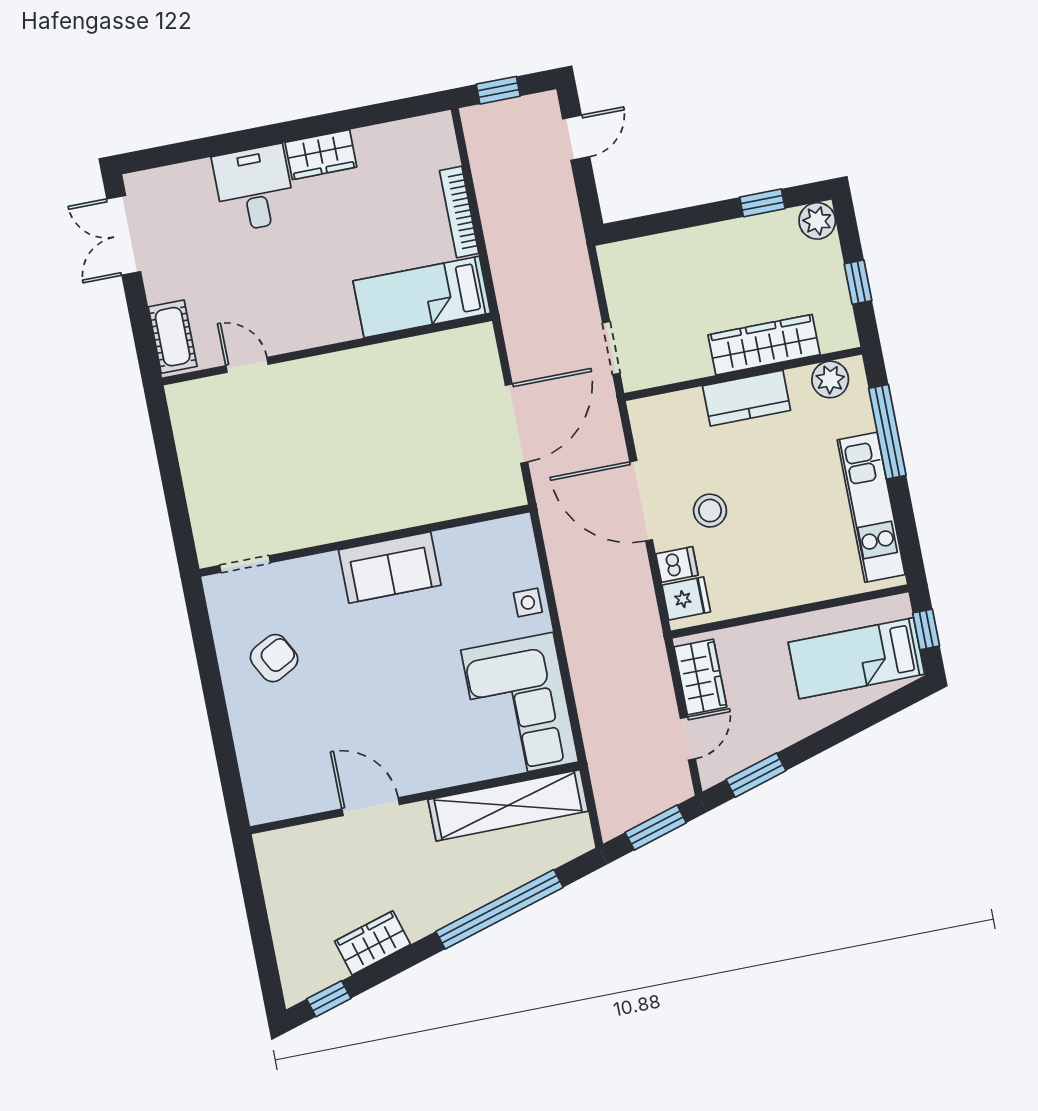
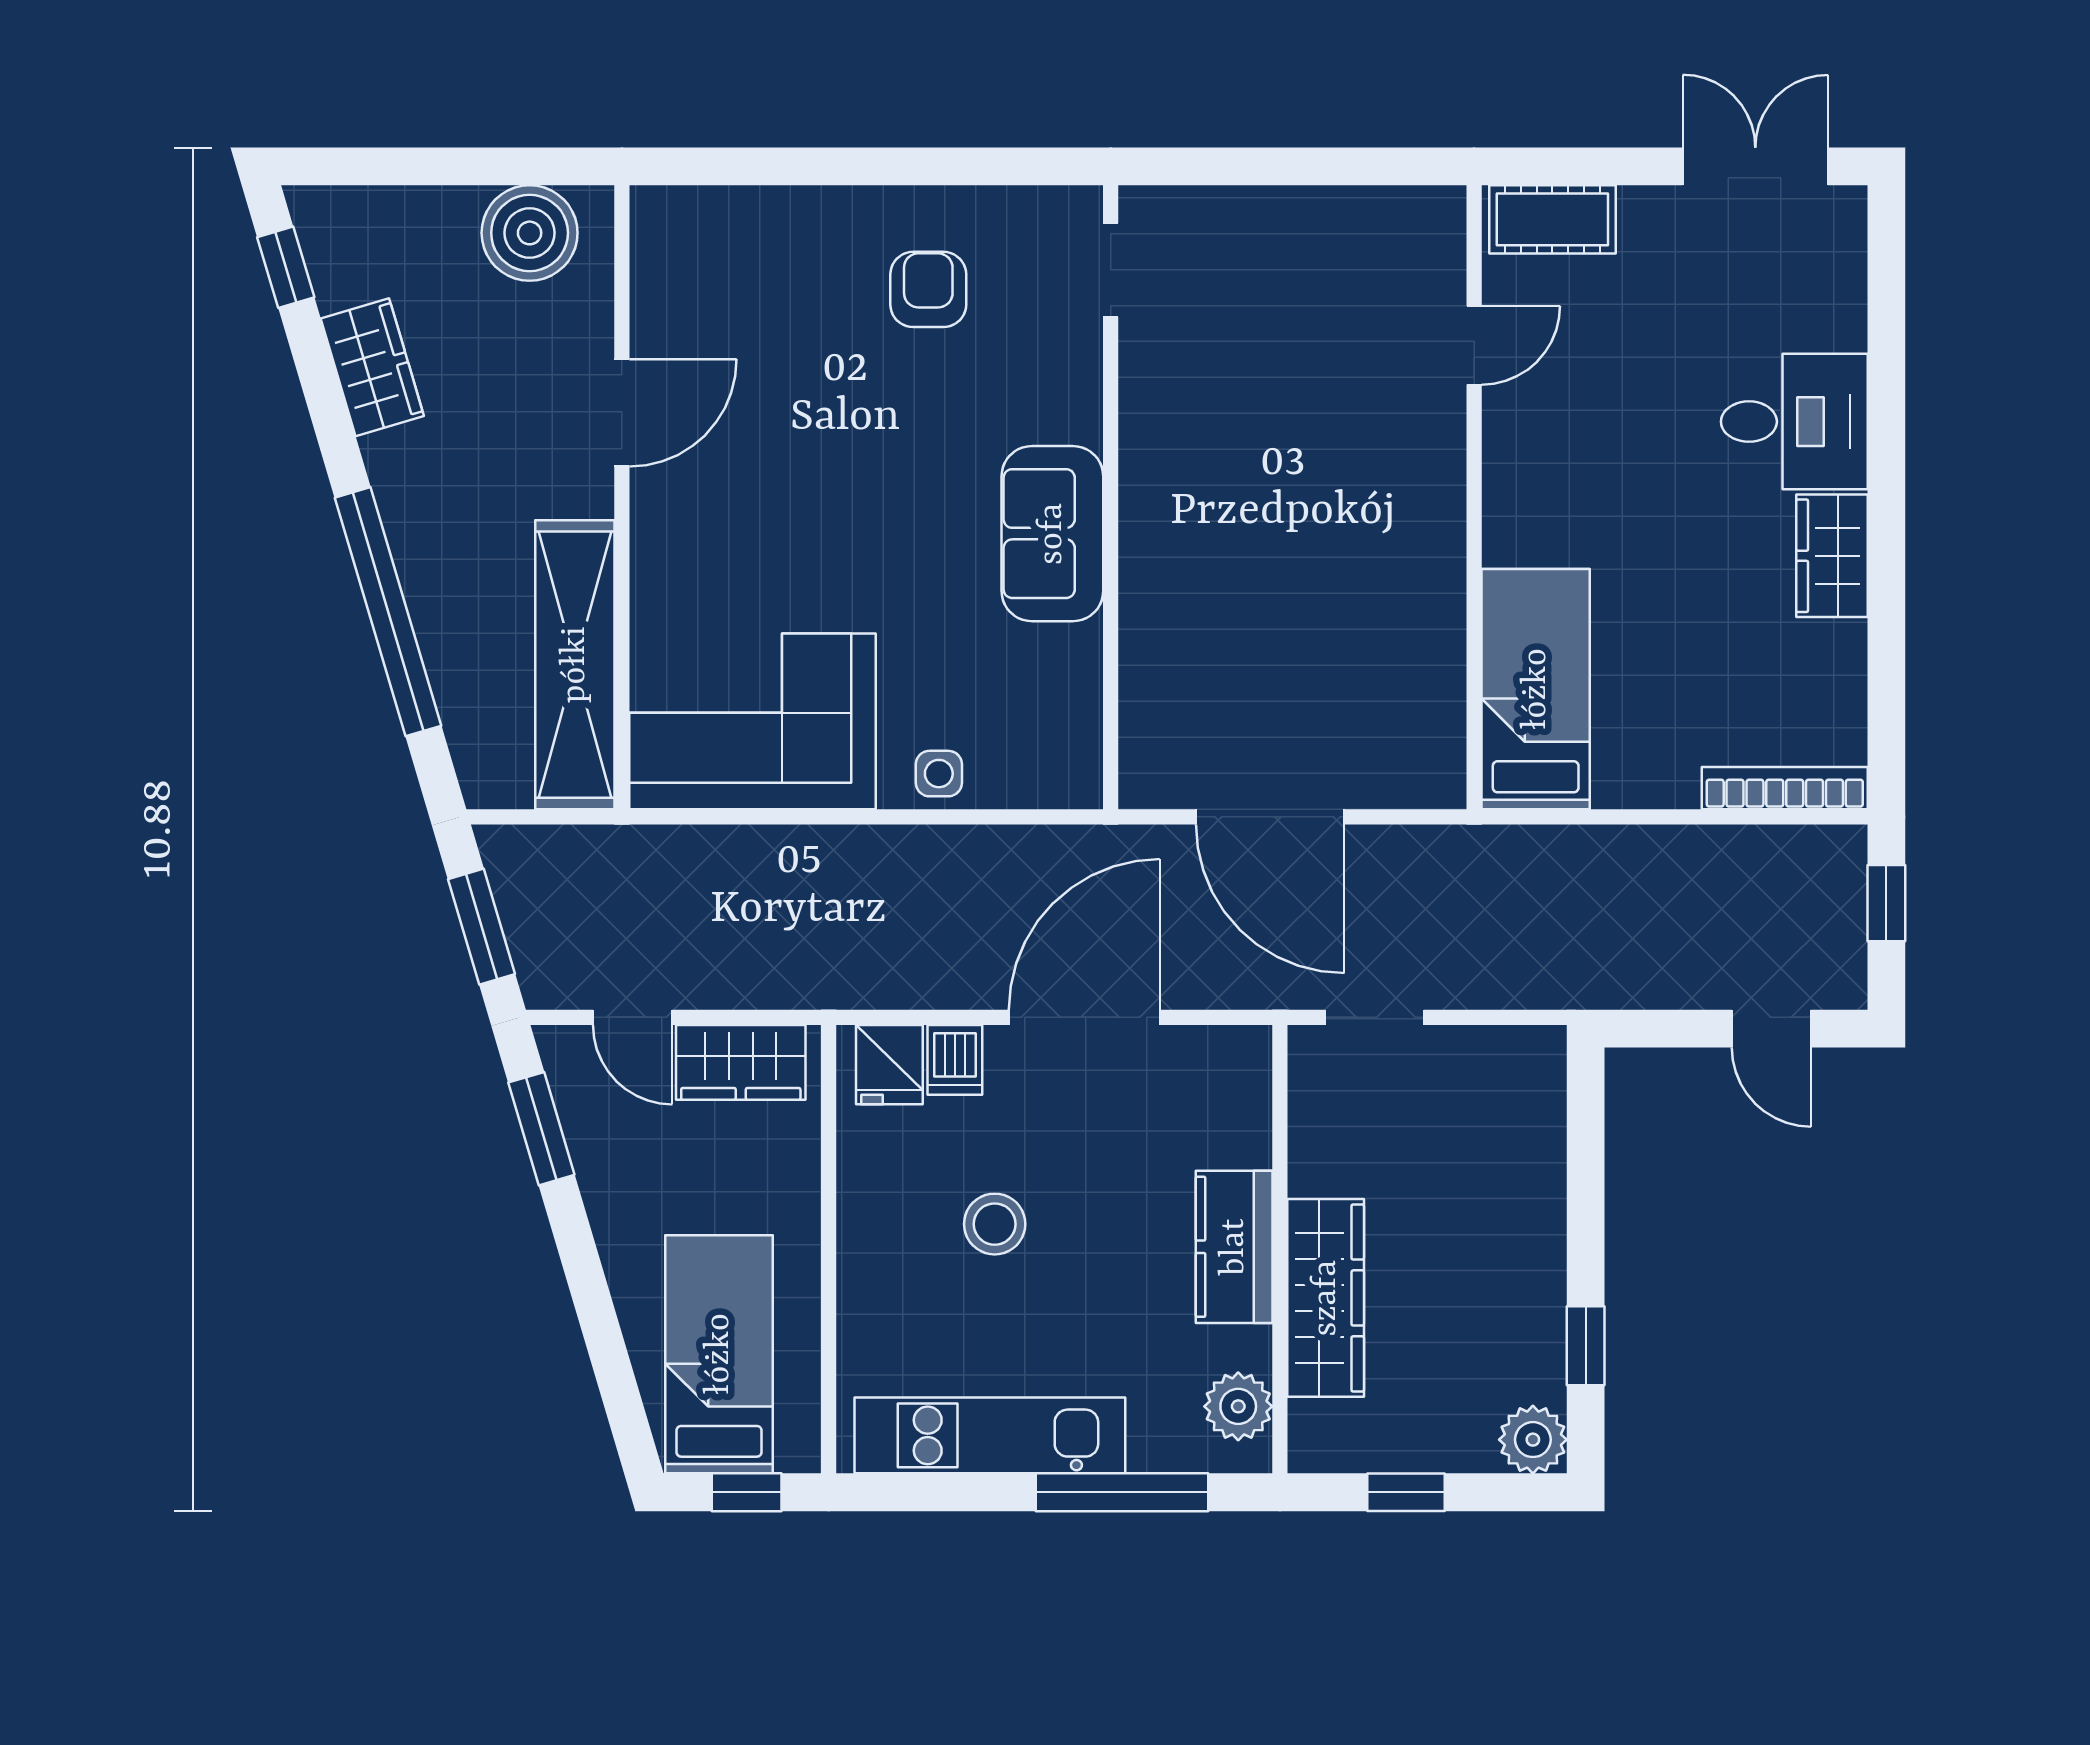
bookcase: (459, 212) -> (1785, 788), moved
stool: (710, 511) -> (995, 1224), moved
armchair: (274, 658) -> (928, 289), turned -152
boiler: (285, 874) -> (530, 233), added

